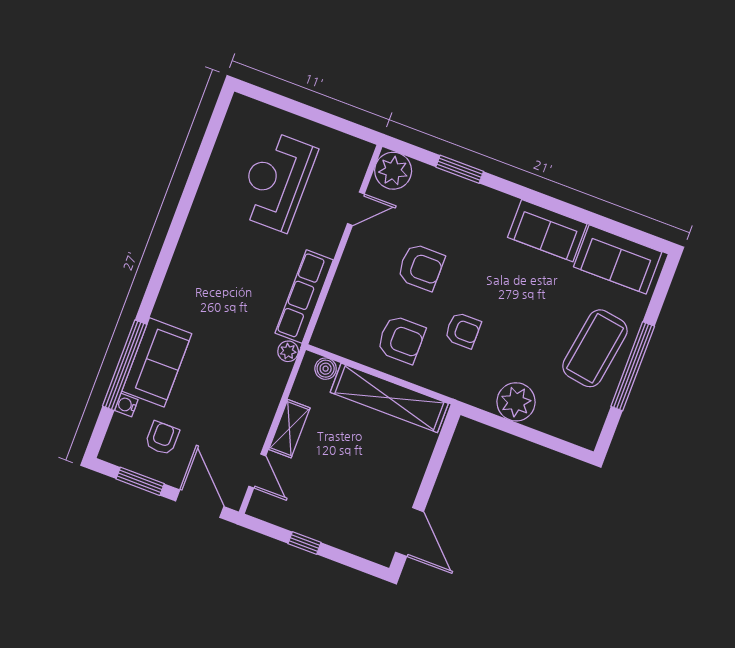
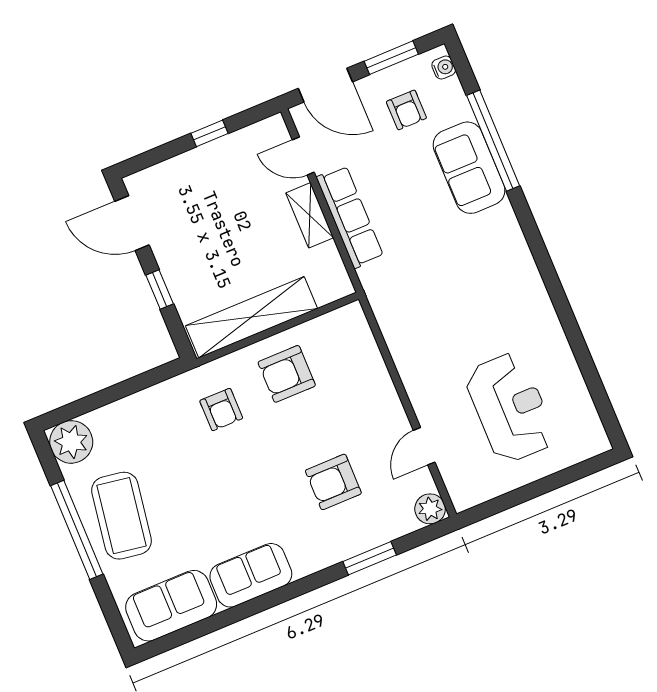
plant: (393, 171) -> (430, 509), width x0.73, depth x0.73
armchair: (421, 267) -> (333, 482), moved
row of seats: (304, 297) -> (350, 217), moved
armchair: (463, 330) -> (221, 409), moved, turned -90
plant: (288, 351) -> (370, 278), removed
boiler: (326, 369) -> (326, 292), removed
plant: (516, 402) -> (71, 442), moved
water cooler: (126, 405) -> (444, 67), moved
window: (432, 472) -> (160, 289), added

